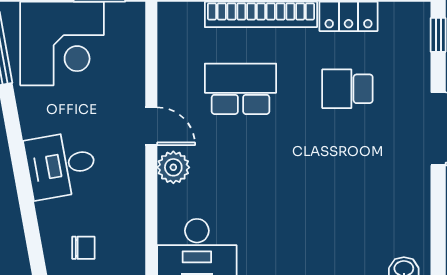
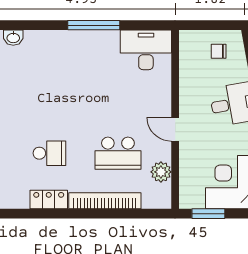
plant: (173, 167) -> (161, 172), moved

